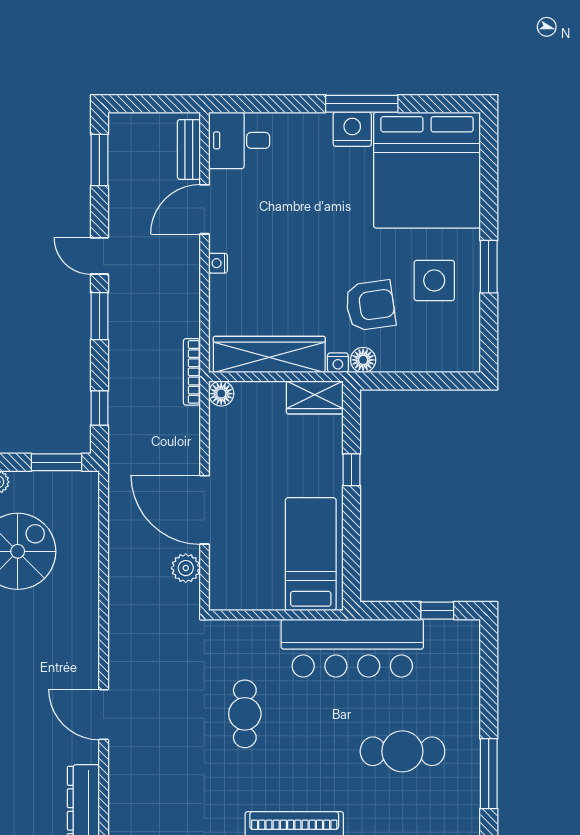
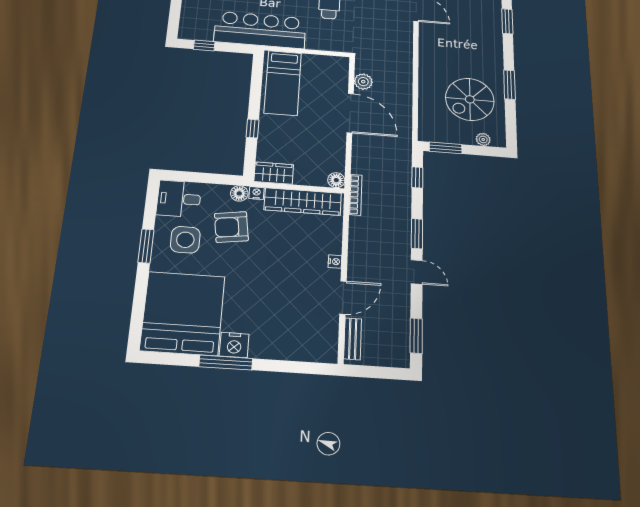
desk: (239, 140) -> (179, 199), moved, turned 180

